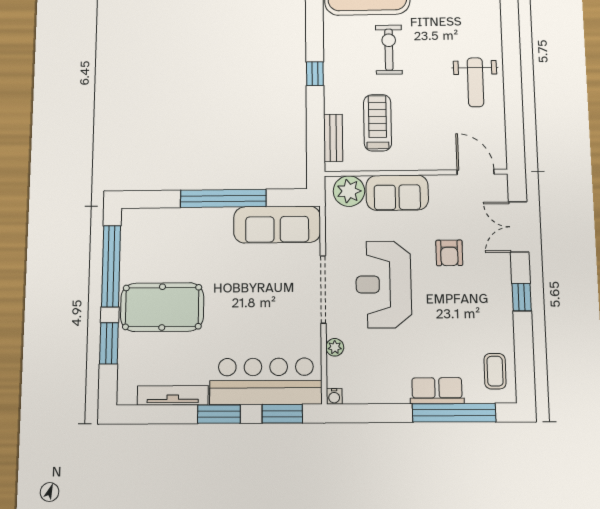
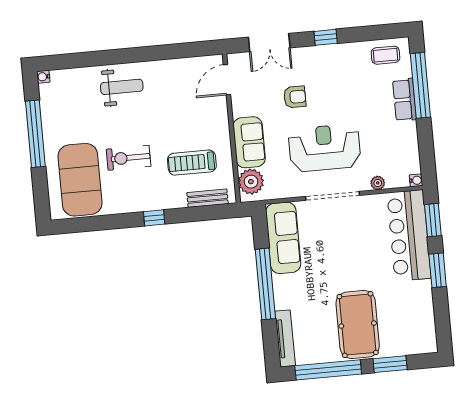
weight bench: (475, 82) -> (122, 87), moved
reception desk: (384, 284) -> (325, 148), turned 180
tv unit: (173, 395) -> (285, 338), moved, turned 180

